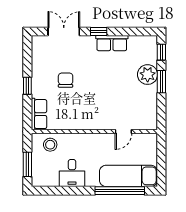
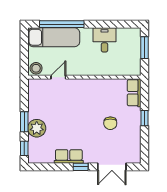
stool: (50, 145) -> (36, 68), moved

